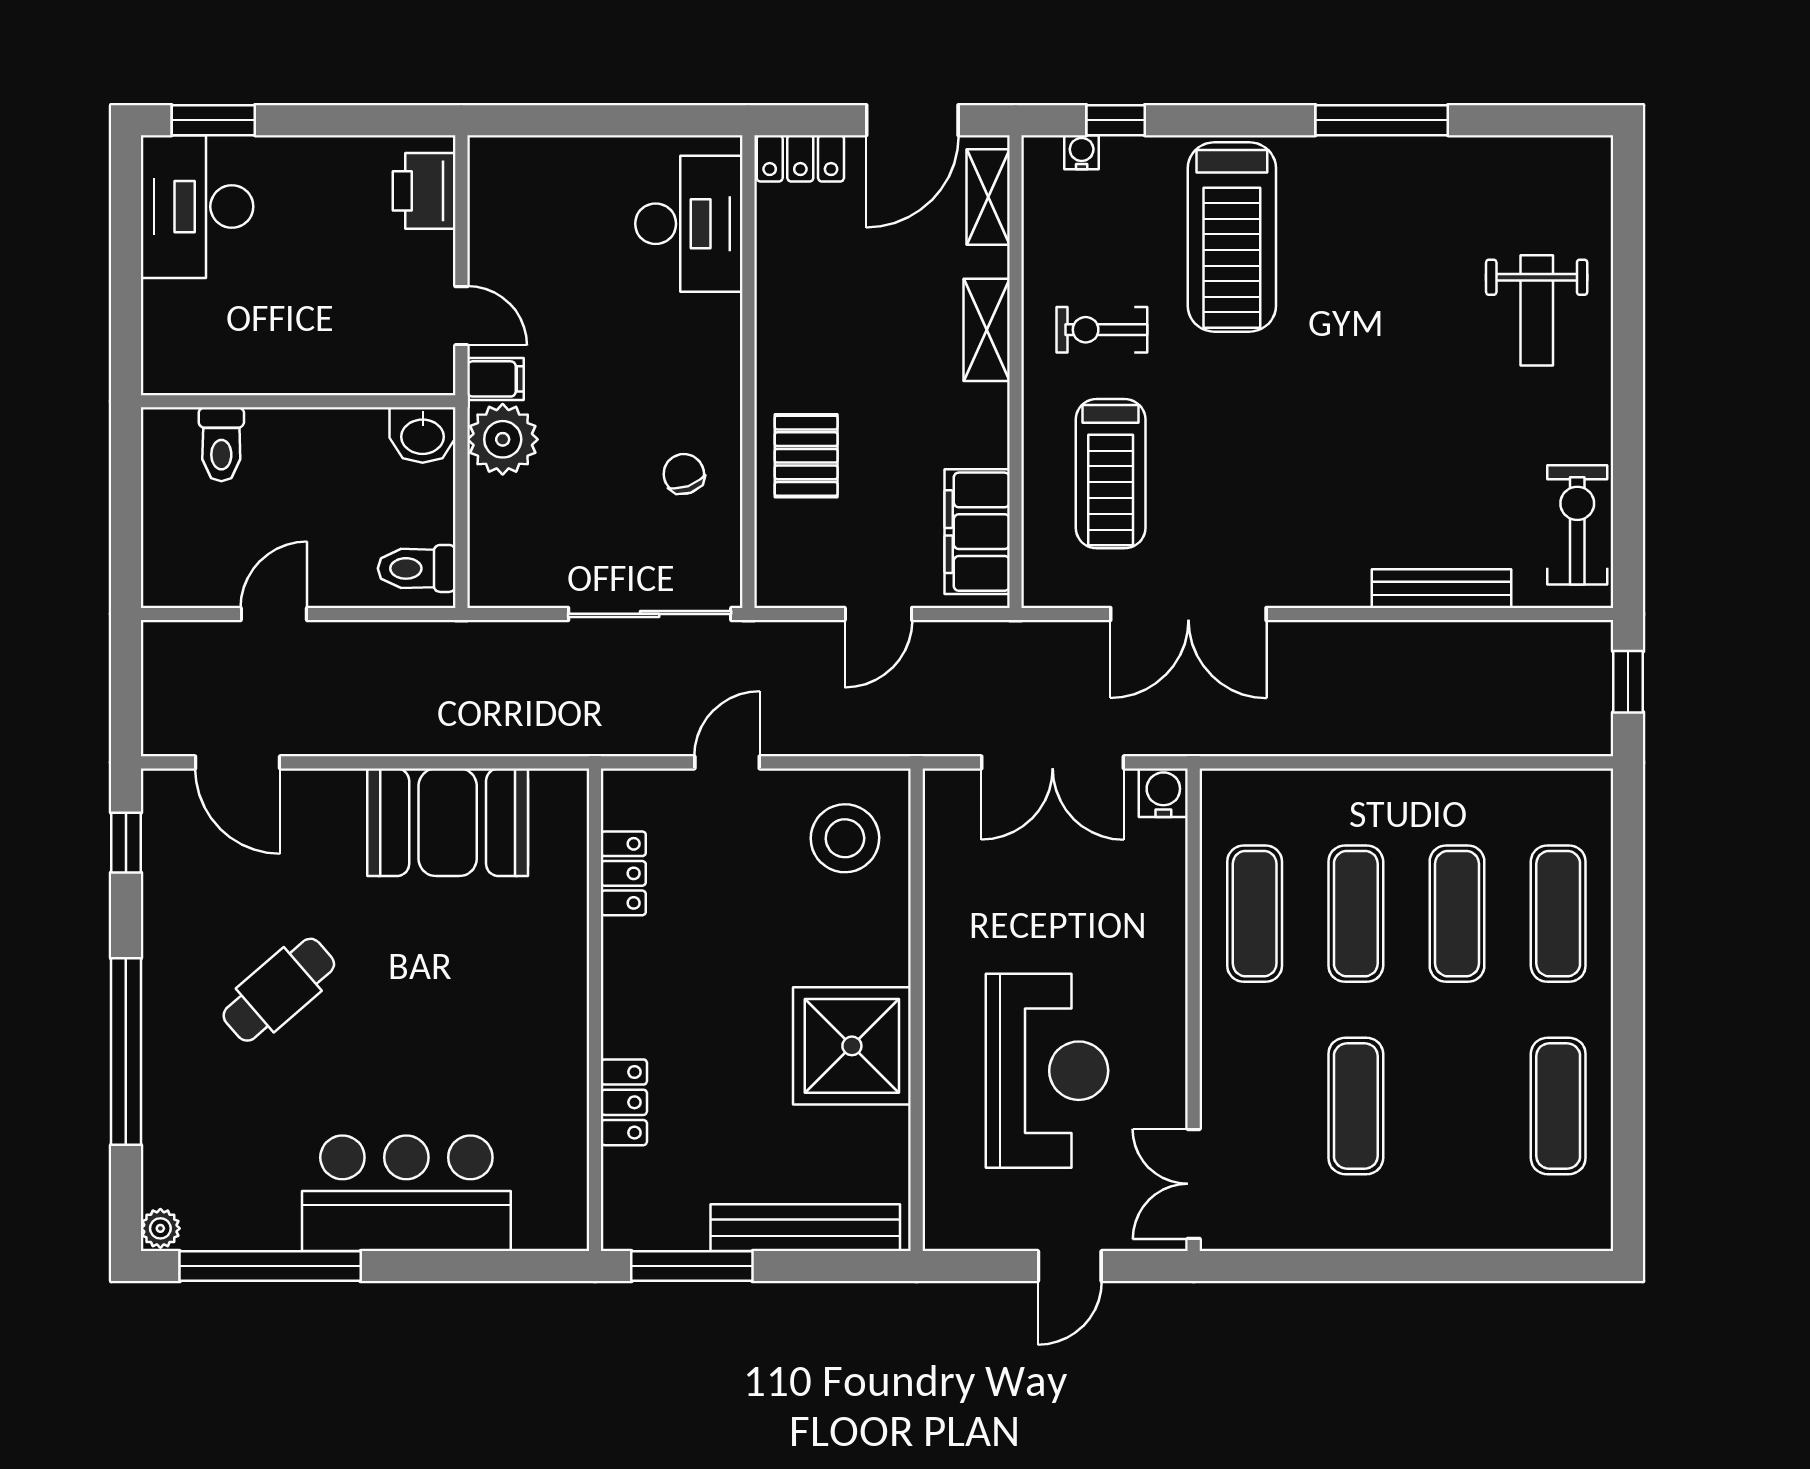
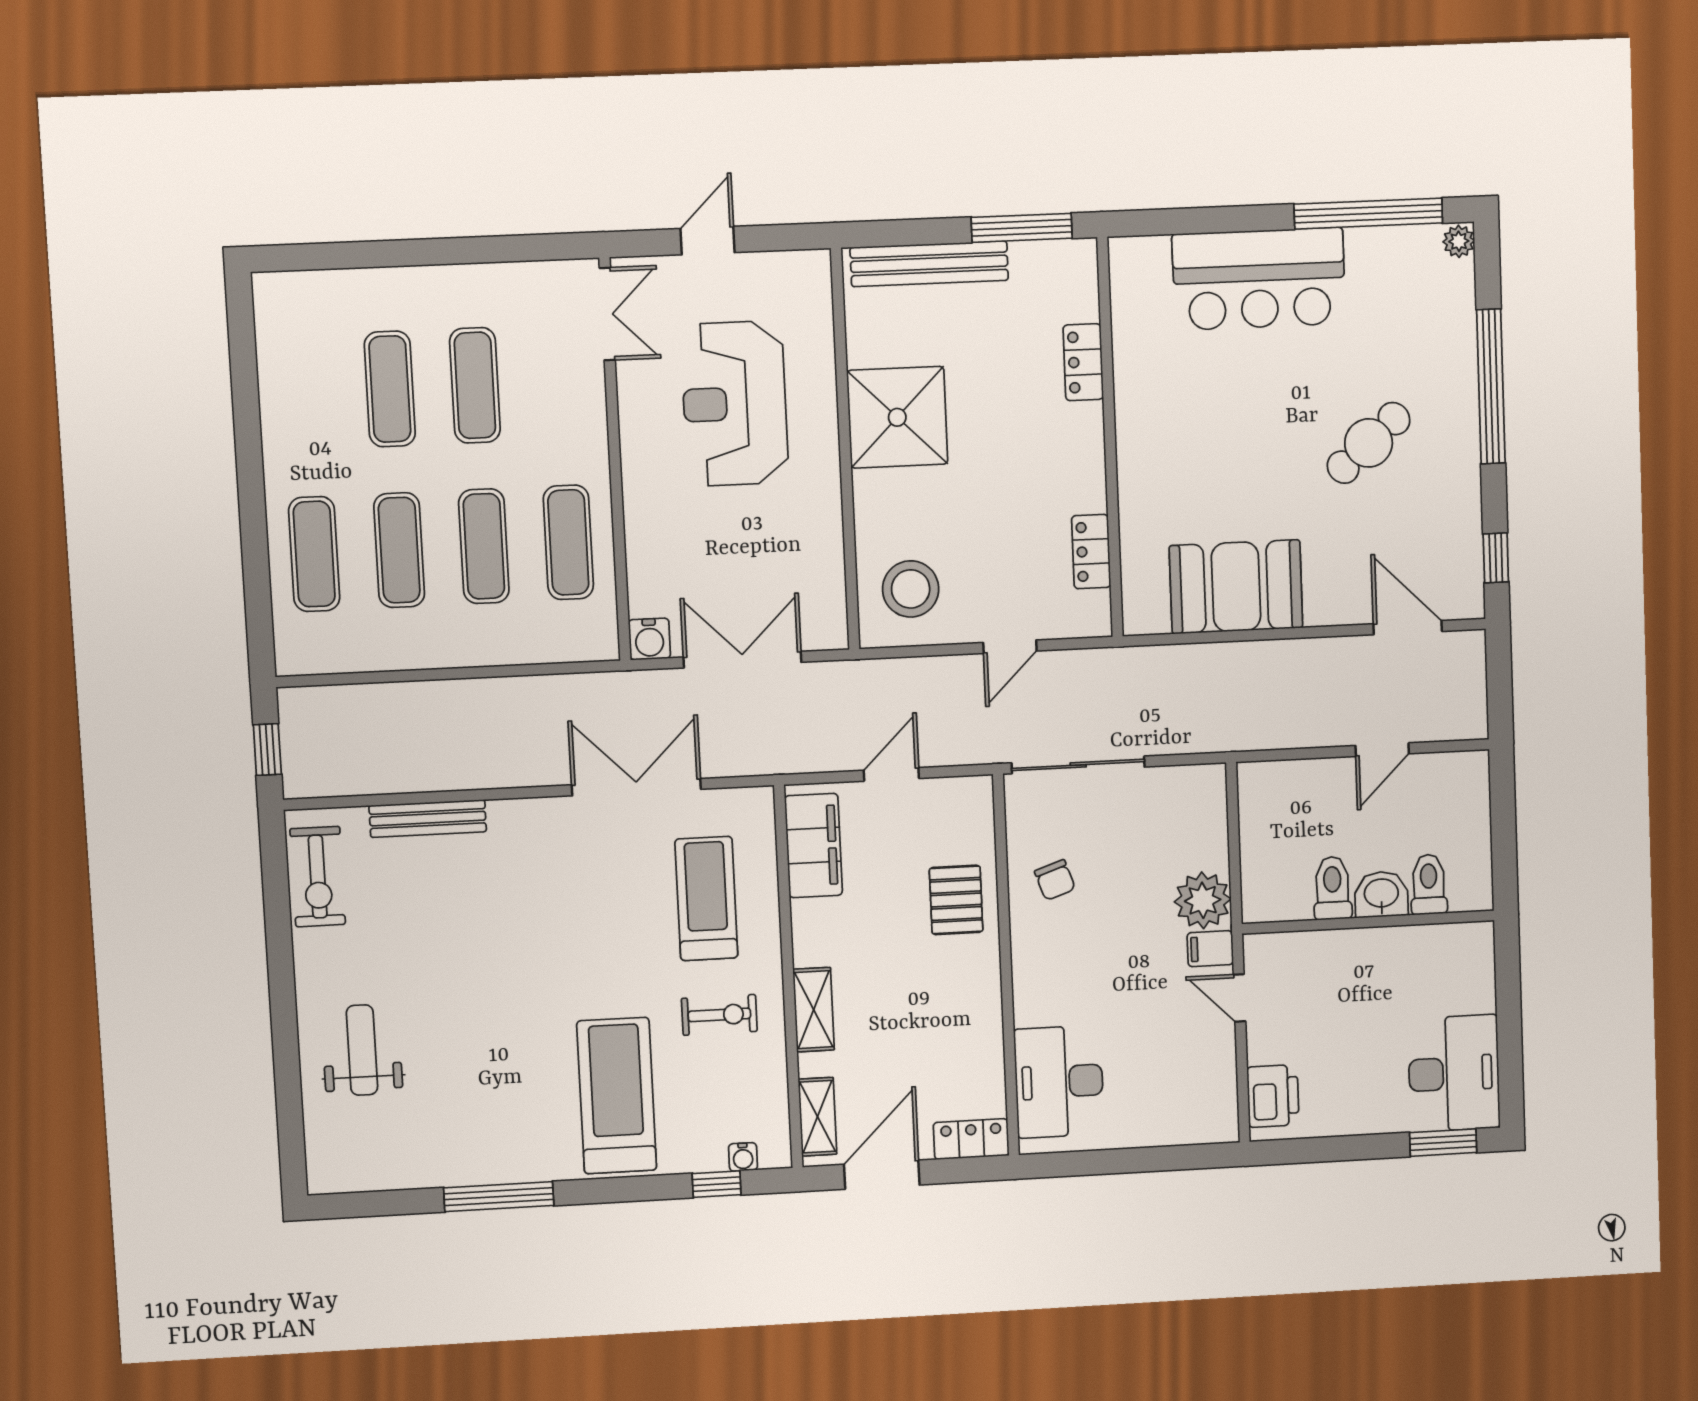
washbasin: (423, 435) -> (1381, 894), moved
toilet: (417, 568) -> (1332, 888), moved, turned -90
exercise mat: (1558, 1106) -> (390, 389), moved

